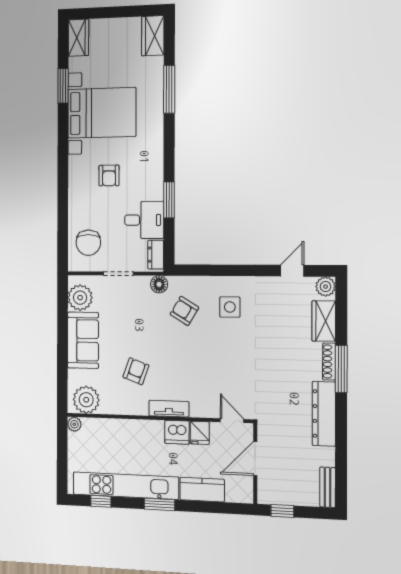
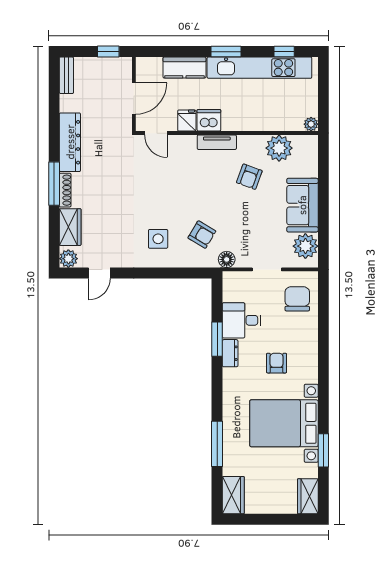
dresser: (156, 255) -> (230, 353), moved
plant: (86, 400) -> (279, 148), moved

